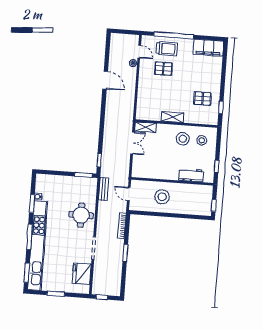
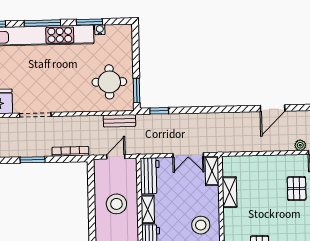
shelving: (173, 117) -> (230, 192), moved
workbench: (145, 171) -> (150, 176), added
shelving: (168, 175) -> (148, 209), added
round table: (81, 215) -> (109, 82), moved

